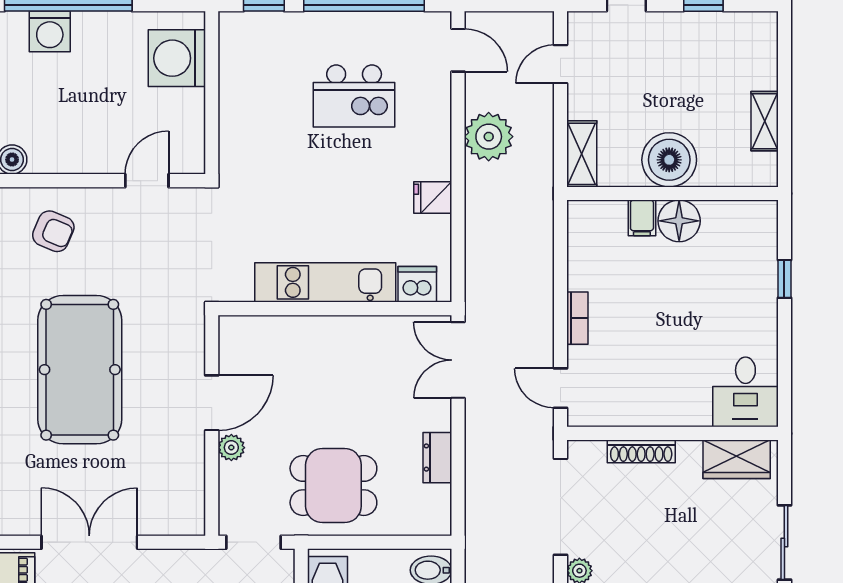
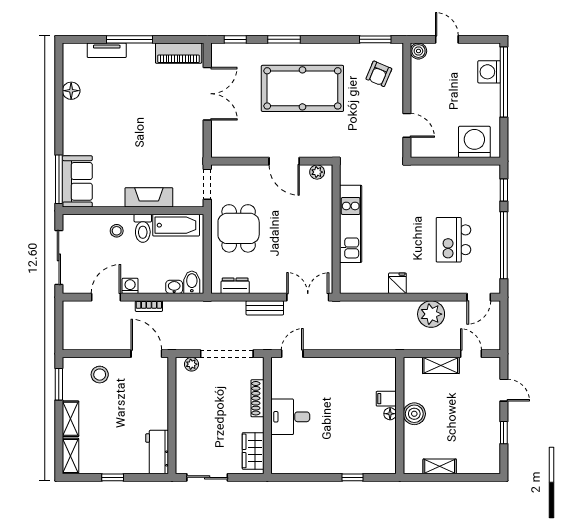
shelving: (582, 154) -> (441, 365), moved
boiler: (669, 160) -> (414, 414), width x0.73, depth x0.73
floor lamp: (679, 221) -> (390, 414), width x0.53, depth x0.53
dishwasher: (417, 284) -> (350, 275), removed
bookcase: (577, 318) -> (331, 363), removed
desk: (745, 392) -> (290, 417), moved
bench: (477, 438) -> (265, 308), added
plant: (231, 448) -> (317, 172), moved
dresser: (437, 458) -> (235, 286), moved

